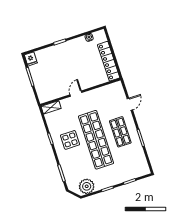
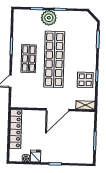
fridge: (31, 59) -> (35, 156), moved
door: (76, 94) -> (57, 110), width x1.88
display table: (70, 140) -> (85, 80), moved
plant: (87, 186) -> (49, 18), moved

